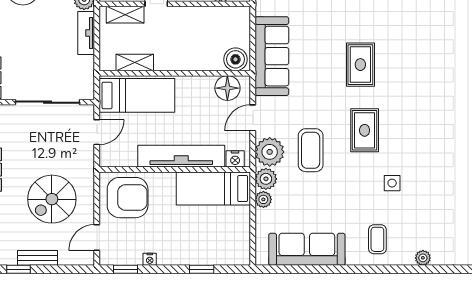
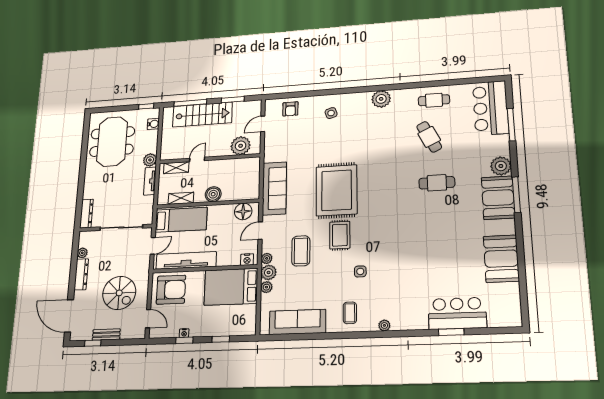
boiler: (235, 59) -> (213, 194), moved
rug: (360, 65) -> (337, 190), width x1.86, depth x2.06
plant: (270, 152) -> (267, 258), width x0.53, depth x0.53
tv unit: (181, 156) -> (186, 260), moved
bed: (213, 189) -> (231, 287), width x1.50
spiral stairs: (52, 199) -> (119, 293), turned -90
door: (97, 238) -> (148, 319), swing flipped
window: (126, 269) -> (184, 340), moved

